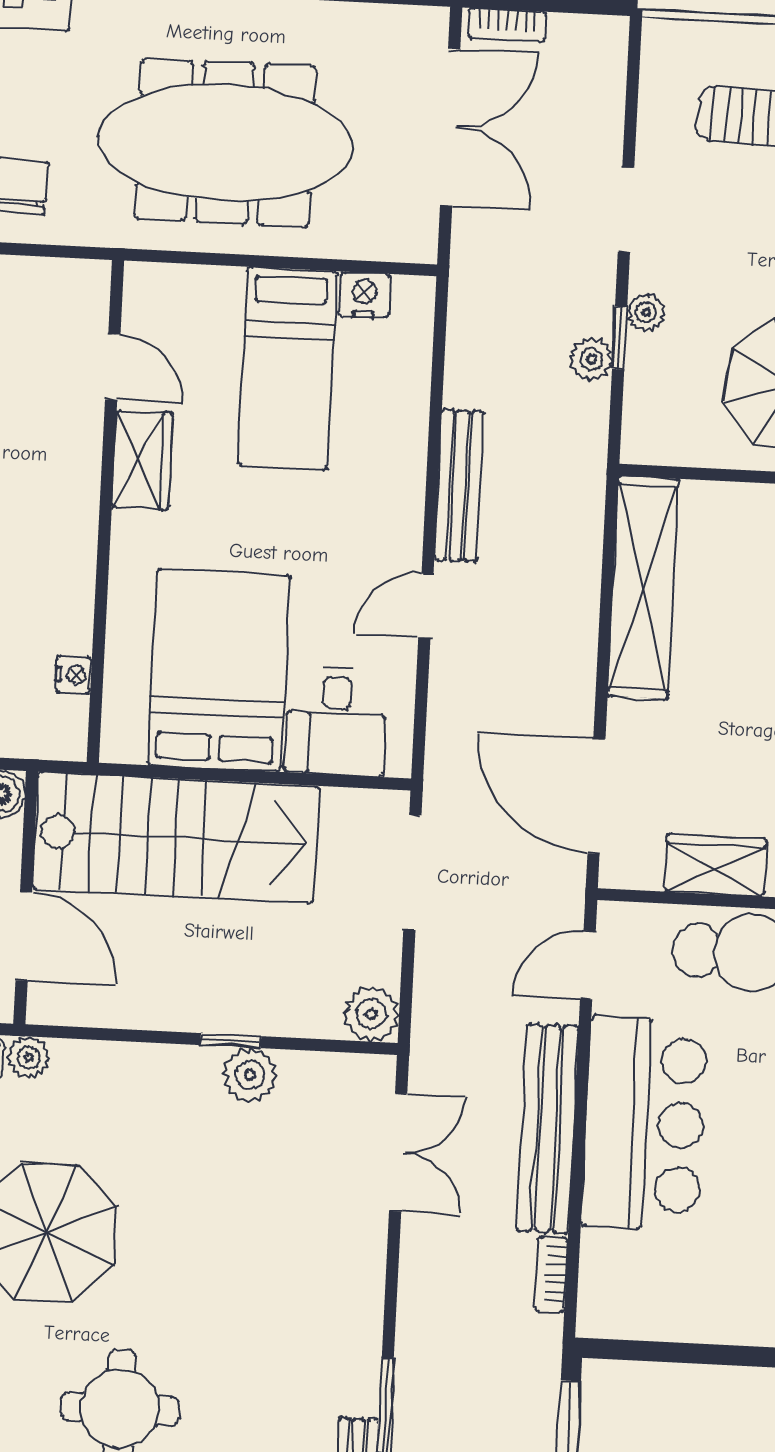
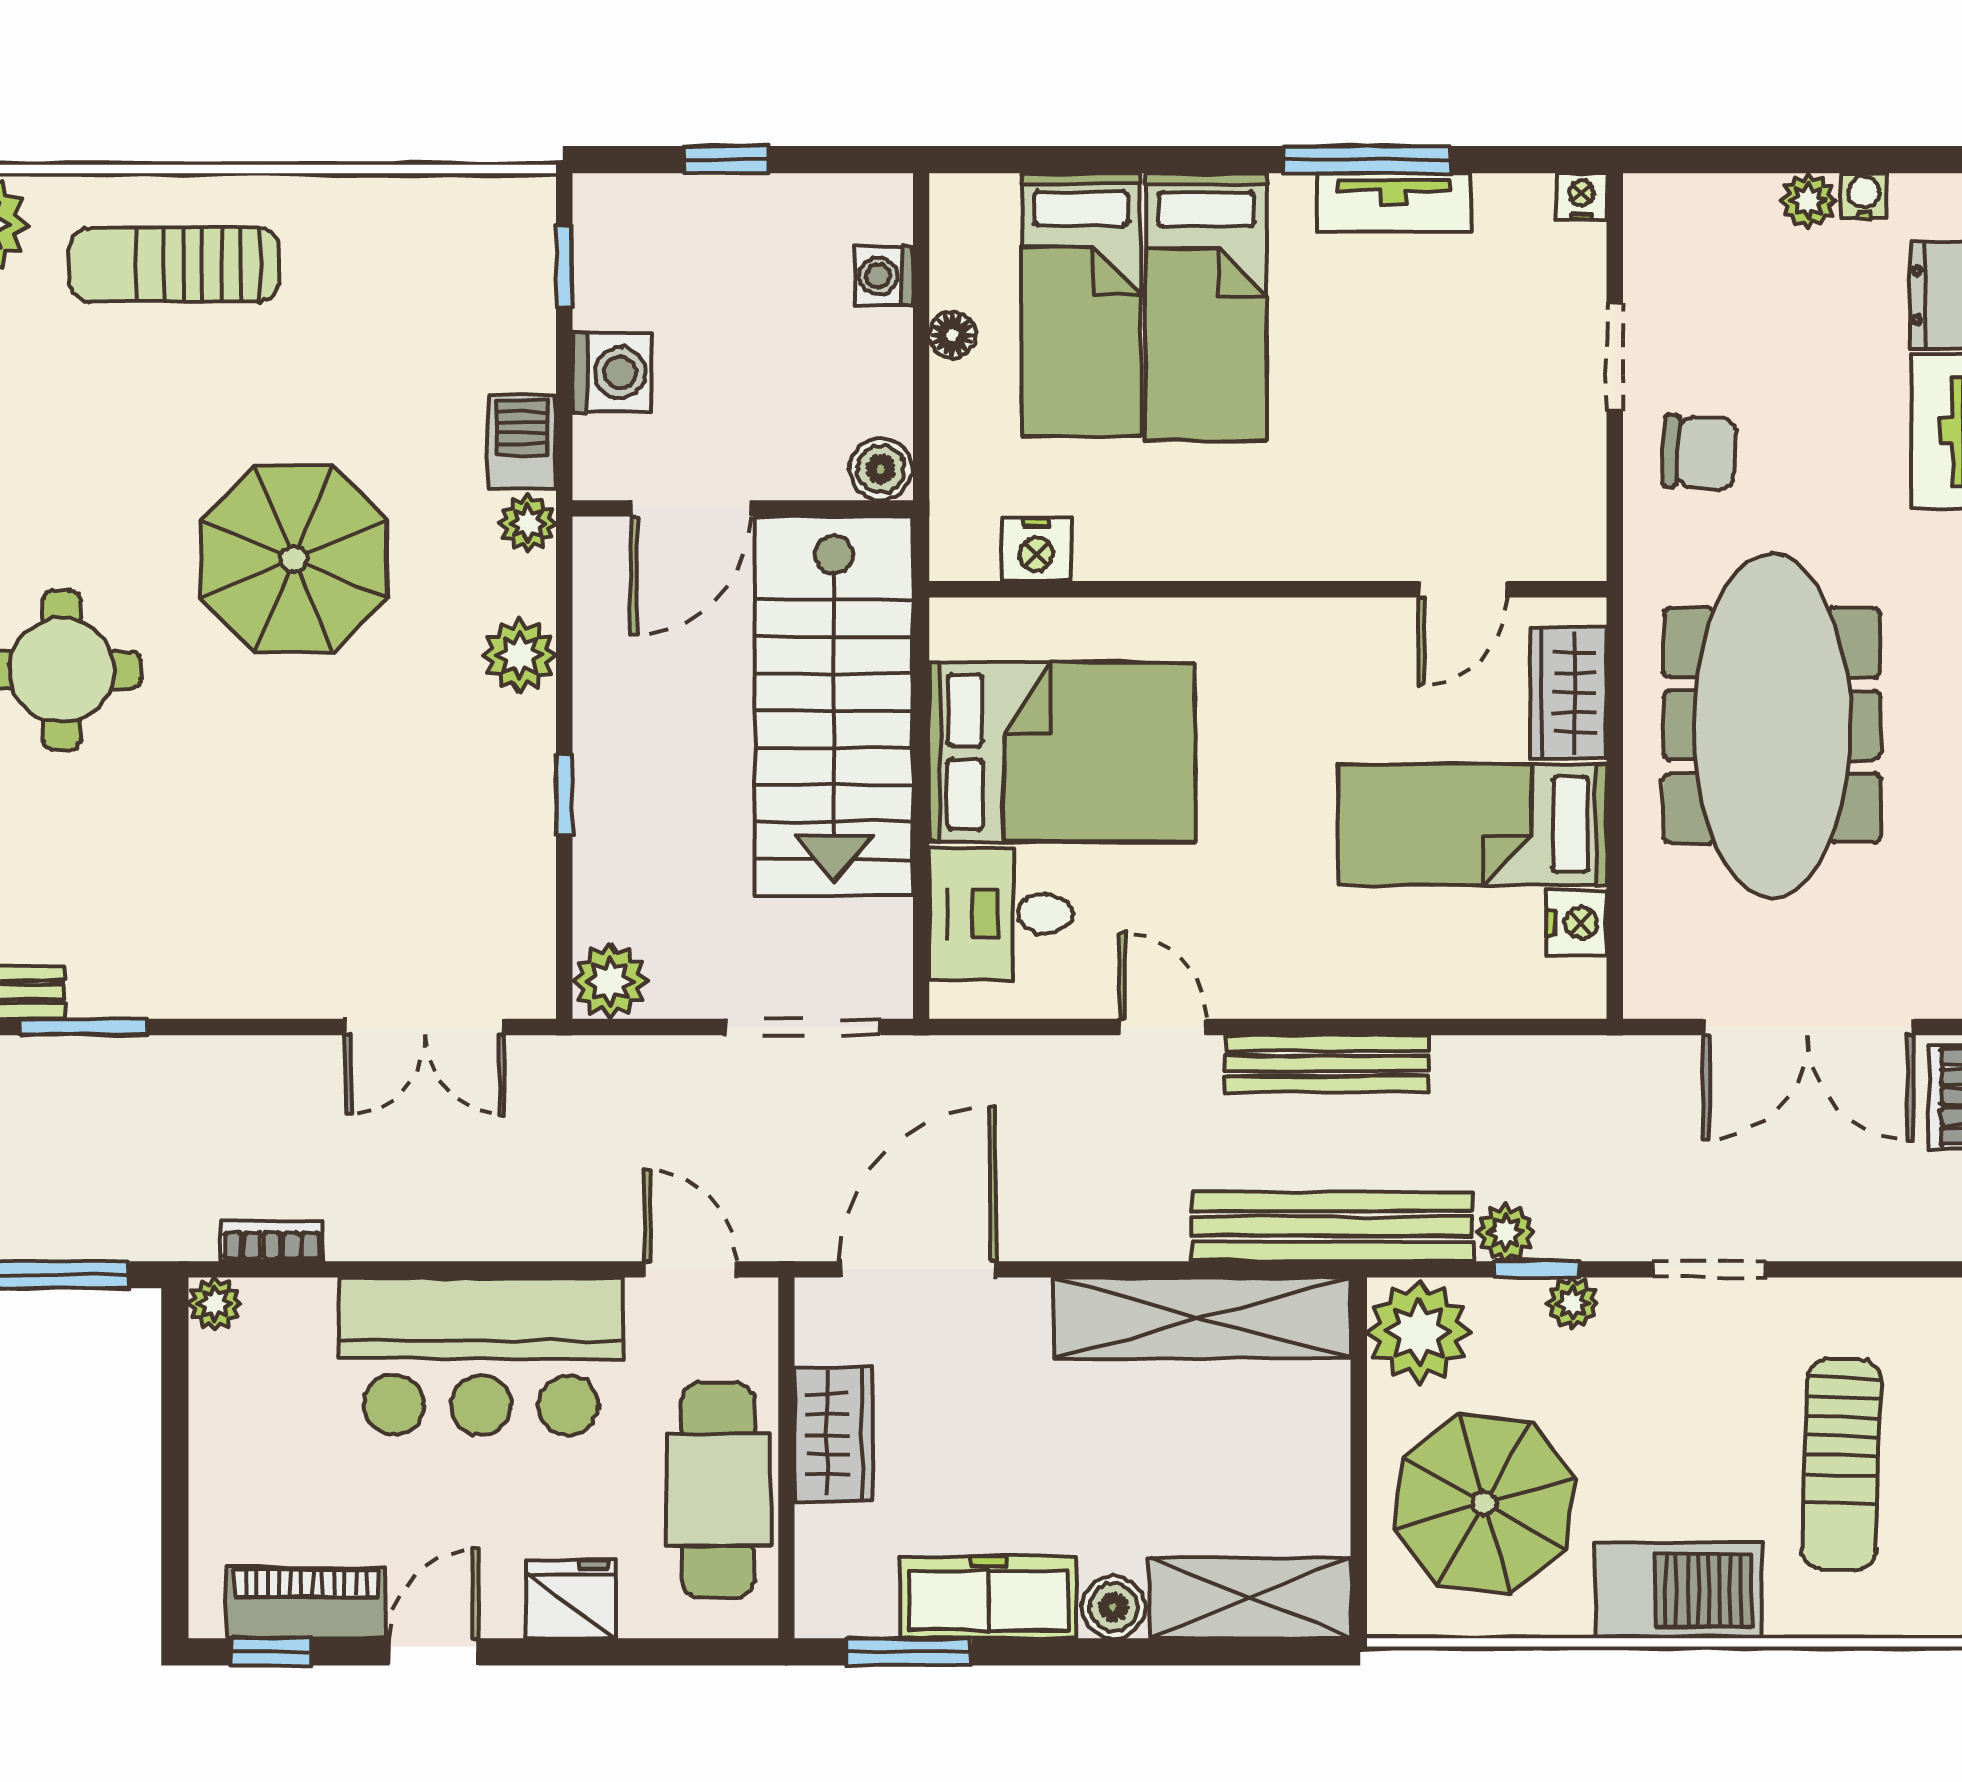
plant: (662, 428) -> (1419, 1332), added
wardrobe: (142, 460) -> (1569, 693), moved, turned 90
nightstand: (74, 675) -> (1036, 549), width x1.39, depth x1.35
plant: (250, 1075) -> (519, 655), moved
bench: (548, 1128) -> (1331, 1226), moved
plant: (595, 1319) -> (215, 1304), added

